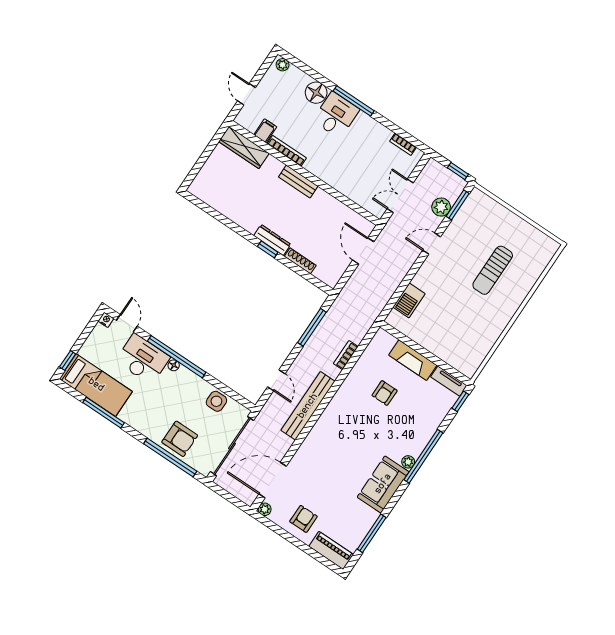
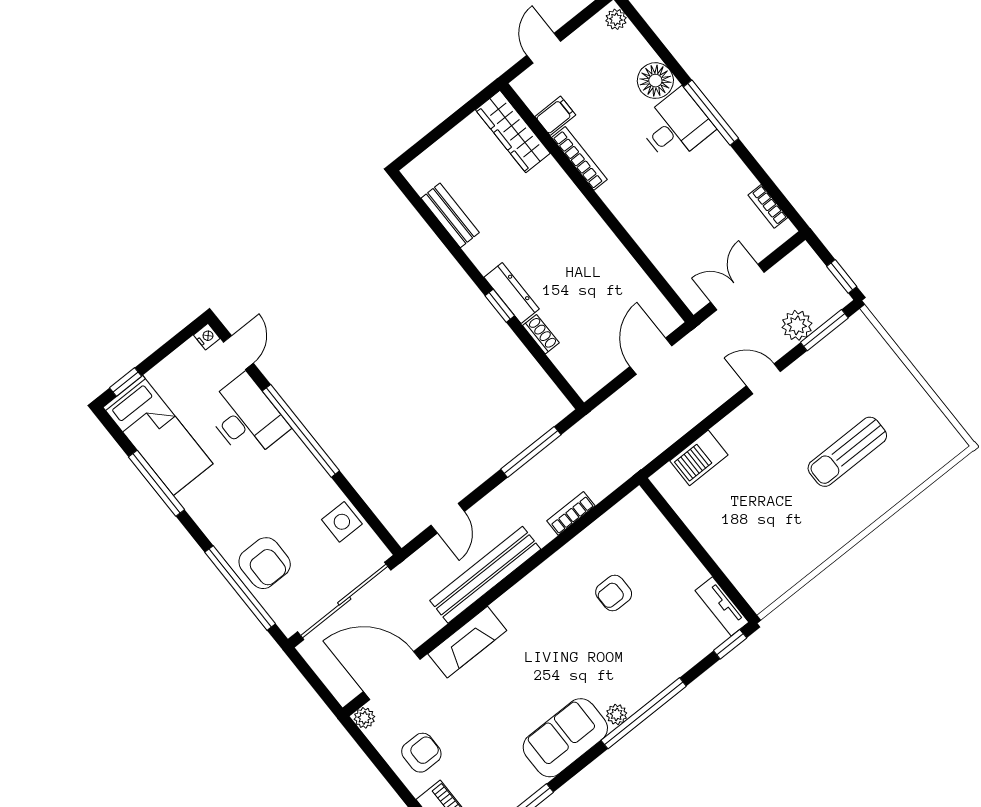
bench: (298, 182) -> (450, 215), moved
shoe rack: (300, 261) -> (541, 334), width x0.70
fireplace: (413, 360) -> (467, 642), moved, turned -90
floor lamp: (174, 365) -> (292, 443), removed

